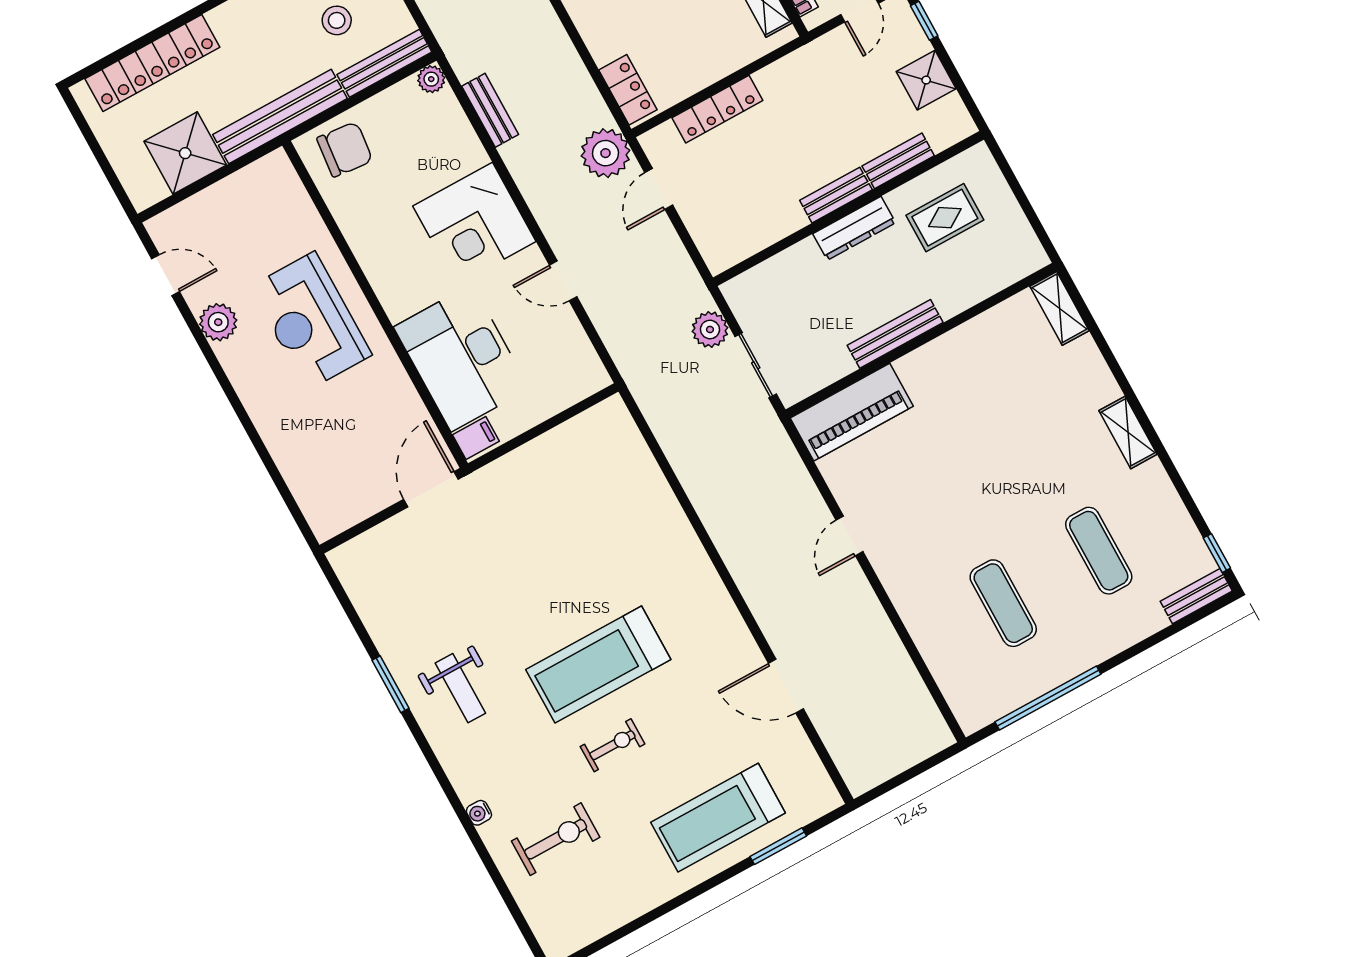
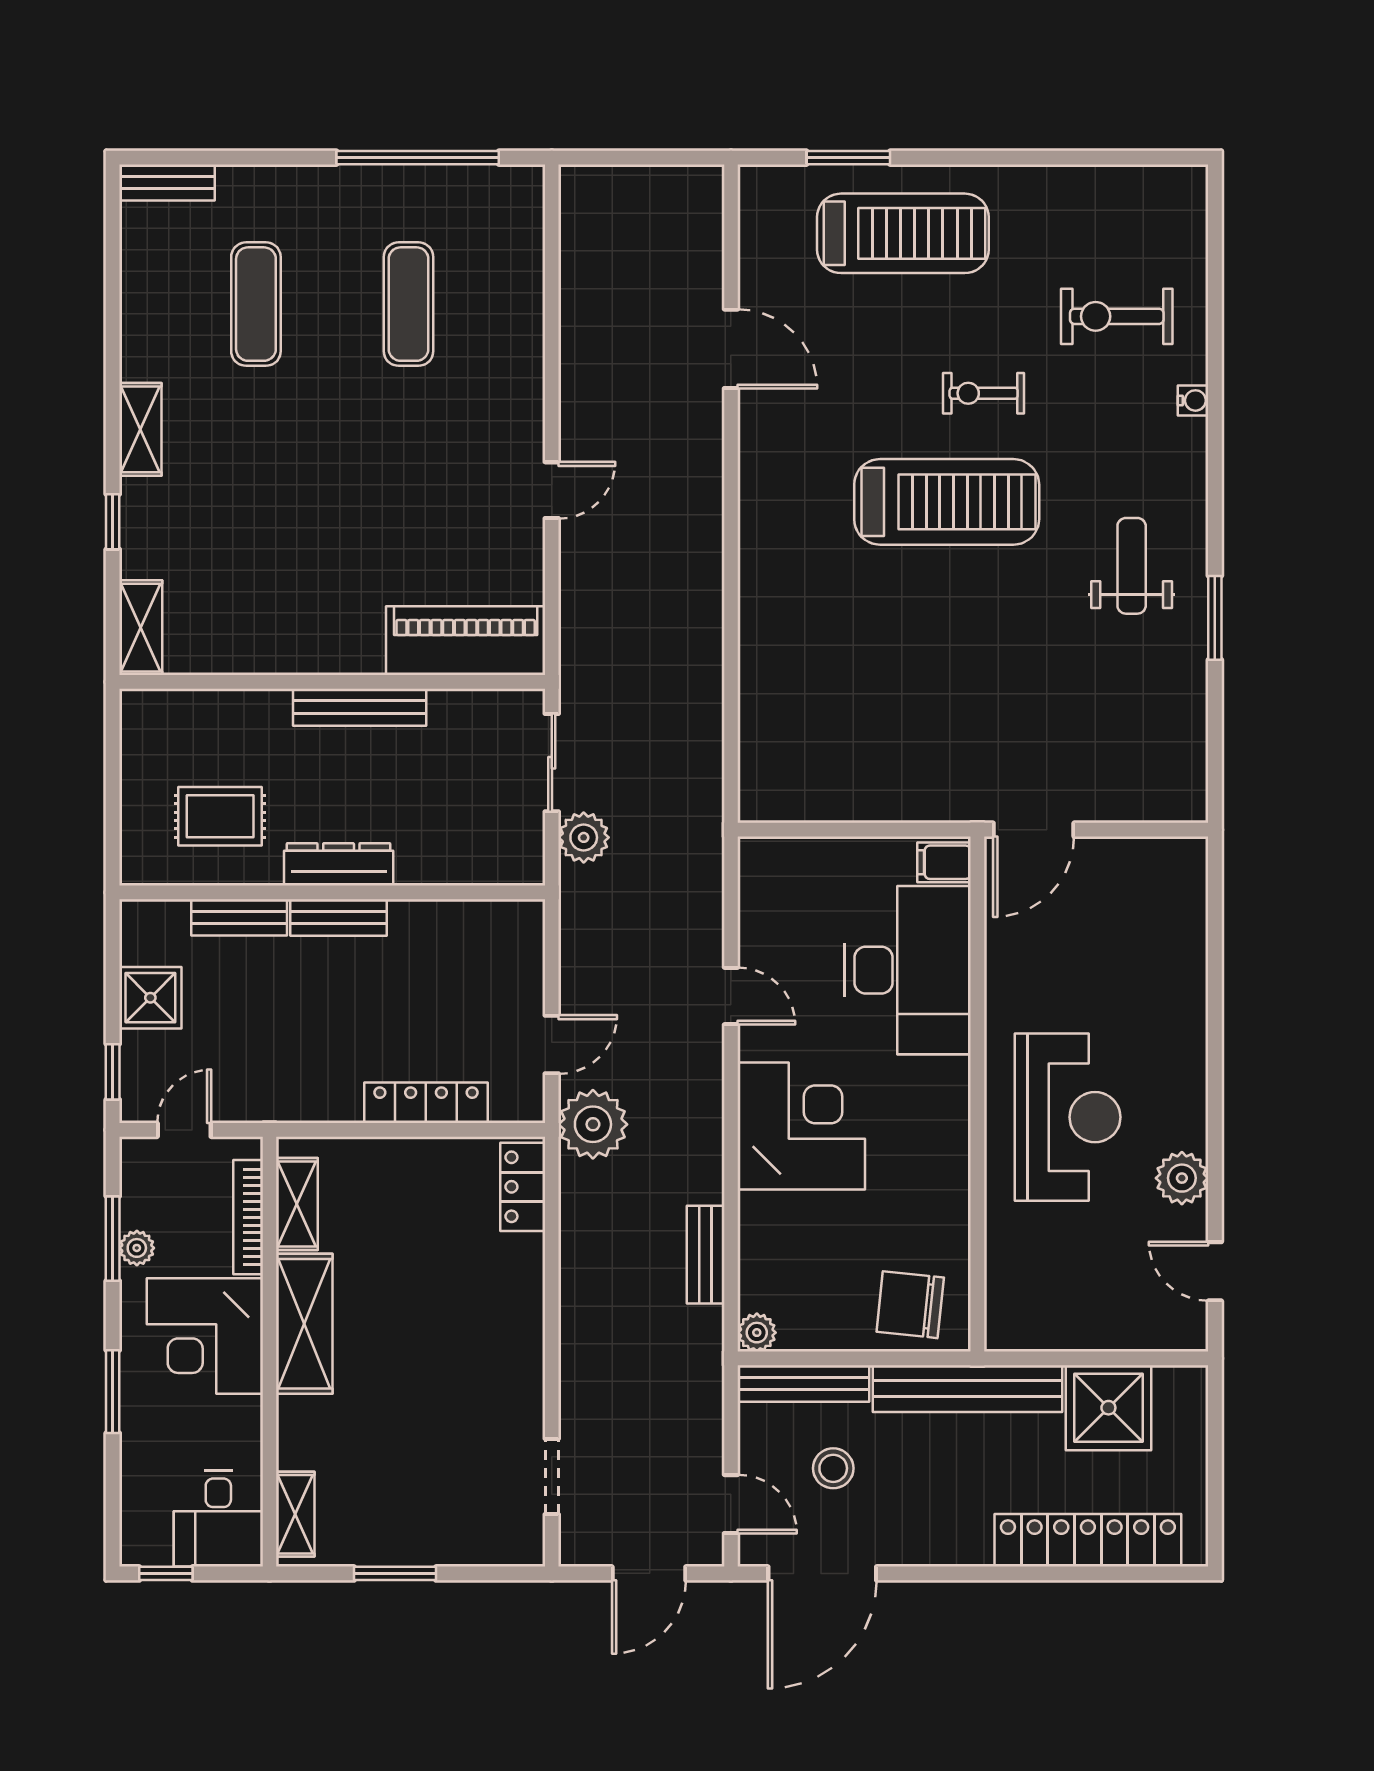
window: (1217, 553) -> (113, 522), moved

